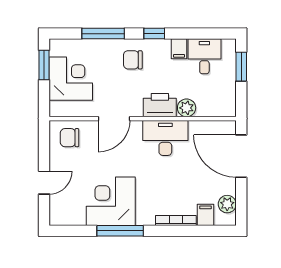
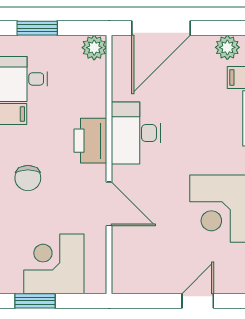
plant: (187, 108) -> (94, 48), moved
chair: (70, 138) -> (135, 265), removed
door: (44, 183) -> (198, 301), hinge flipped

